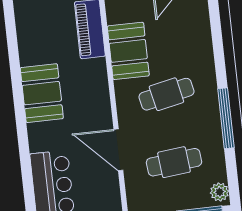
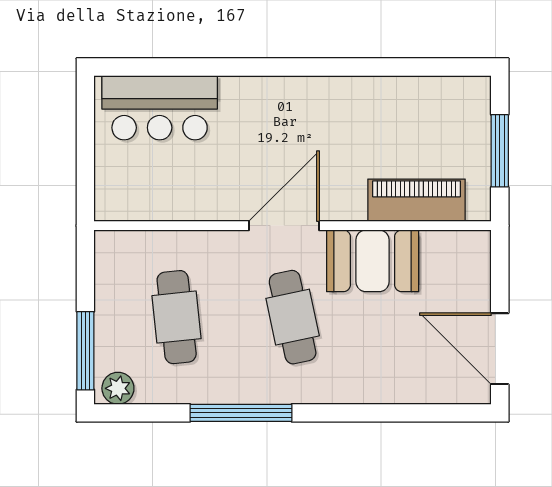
booth: (42, 93) -> (317, 107), removed
door: (118, 150) -> (284, 226), moved

